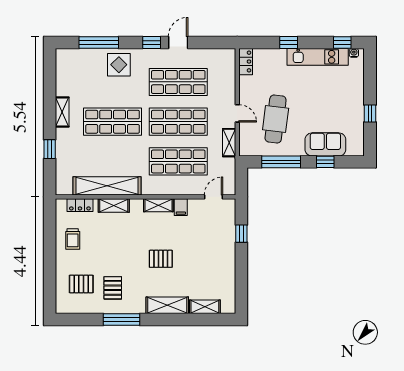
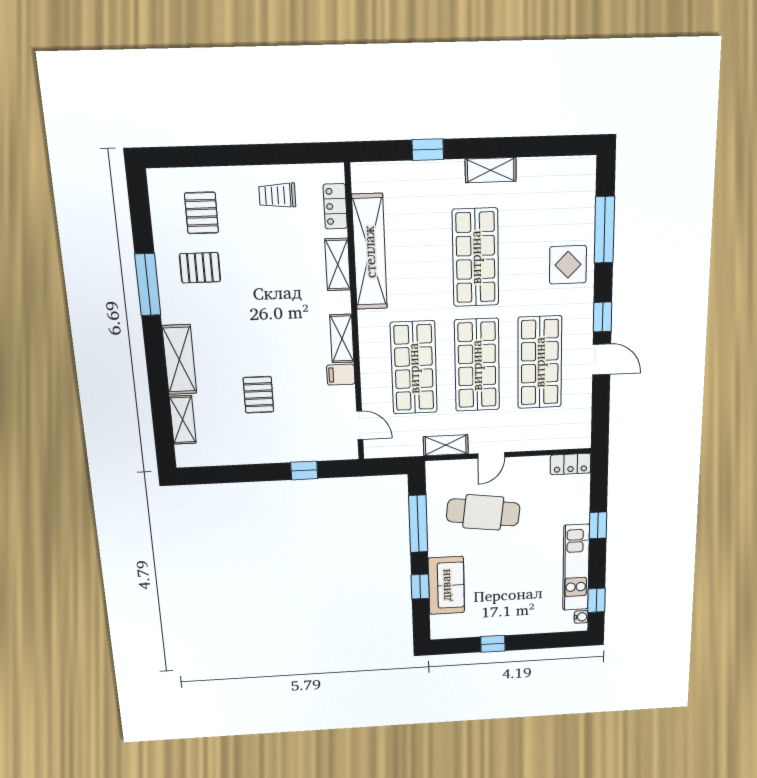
pallet: (161, 259) -> (258, 395), moved

